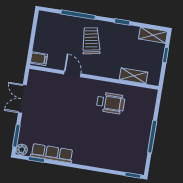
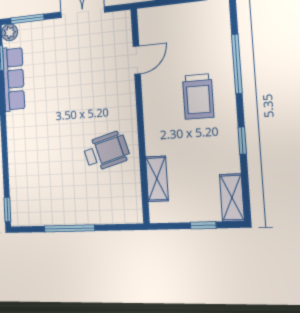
trolley: (91, 41) -> (198, 96), turned 101
filing cabinet: (39, 59) -> (150, 20), removed
door: (72, 74) -> (137, 60), moved
wheelchair: (111, 103) -> (106, 151), turned -106

